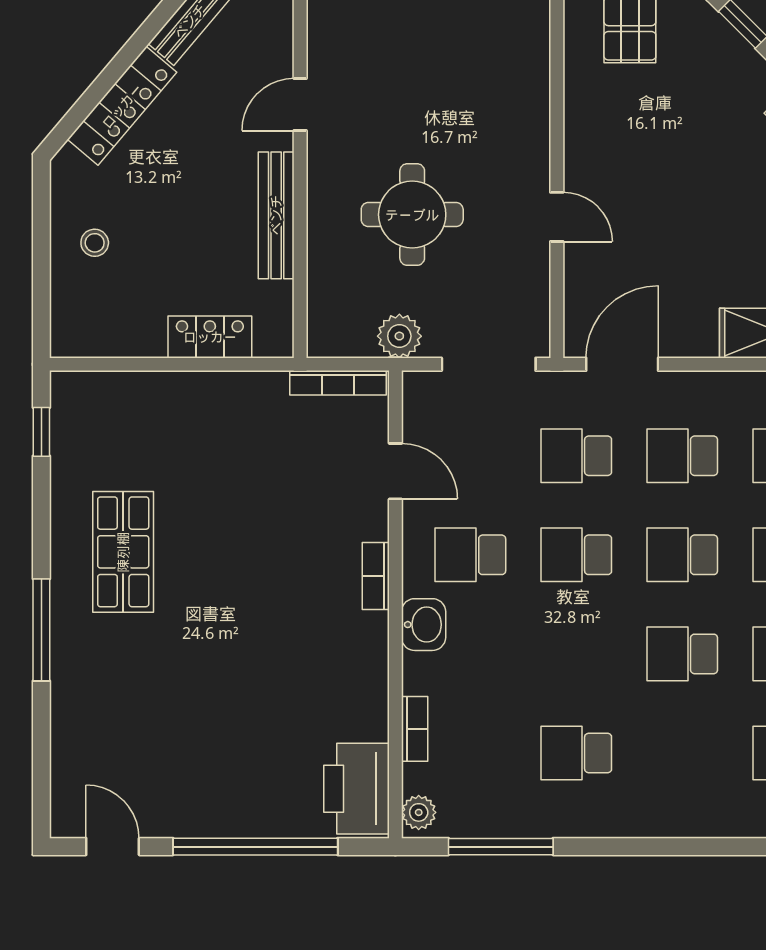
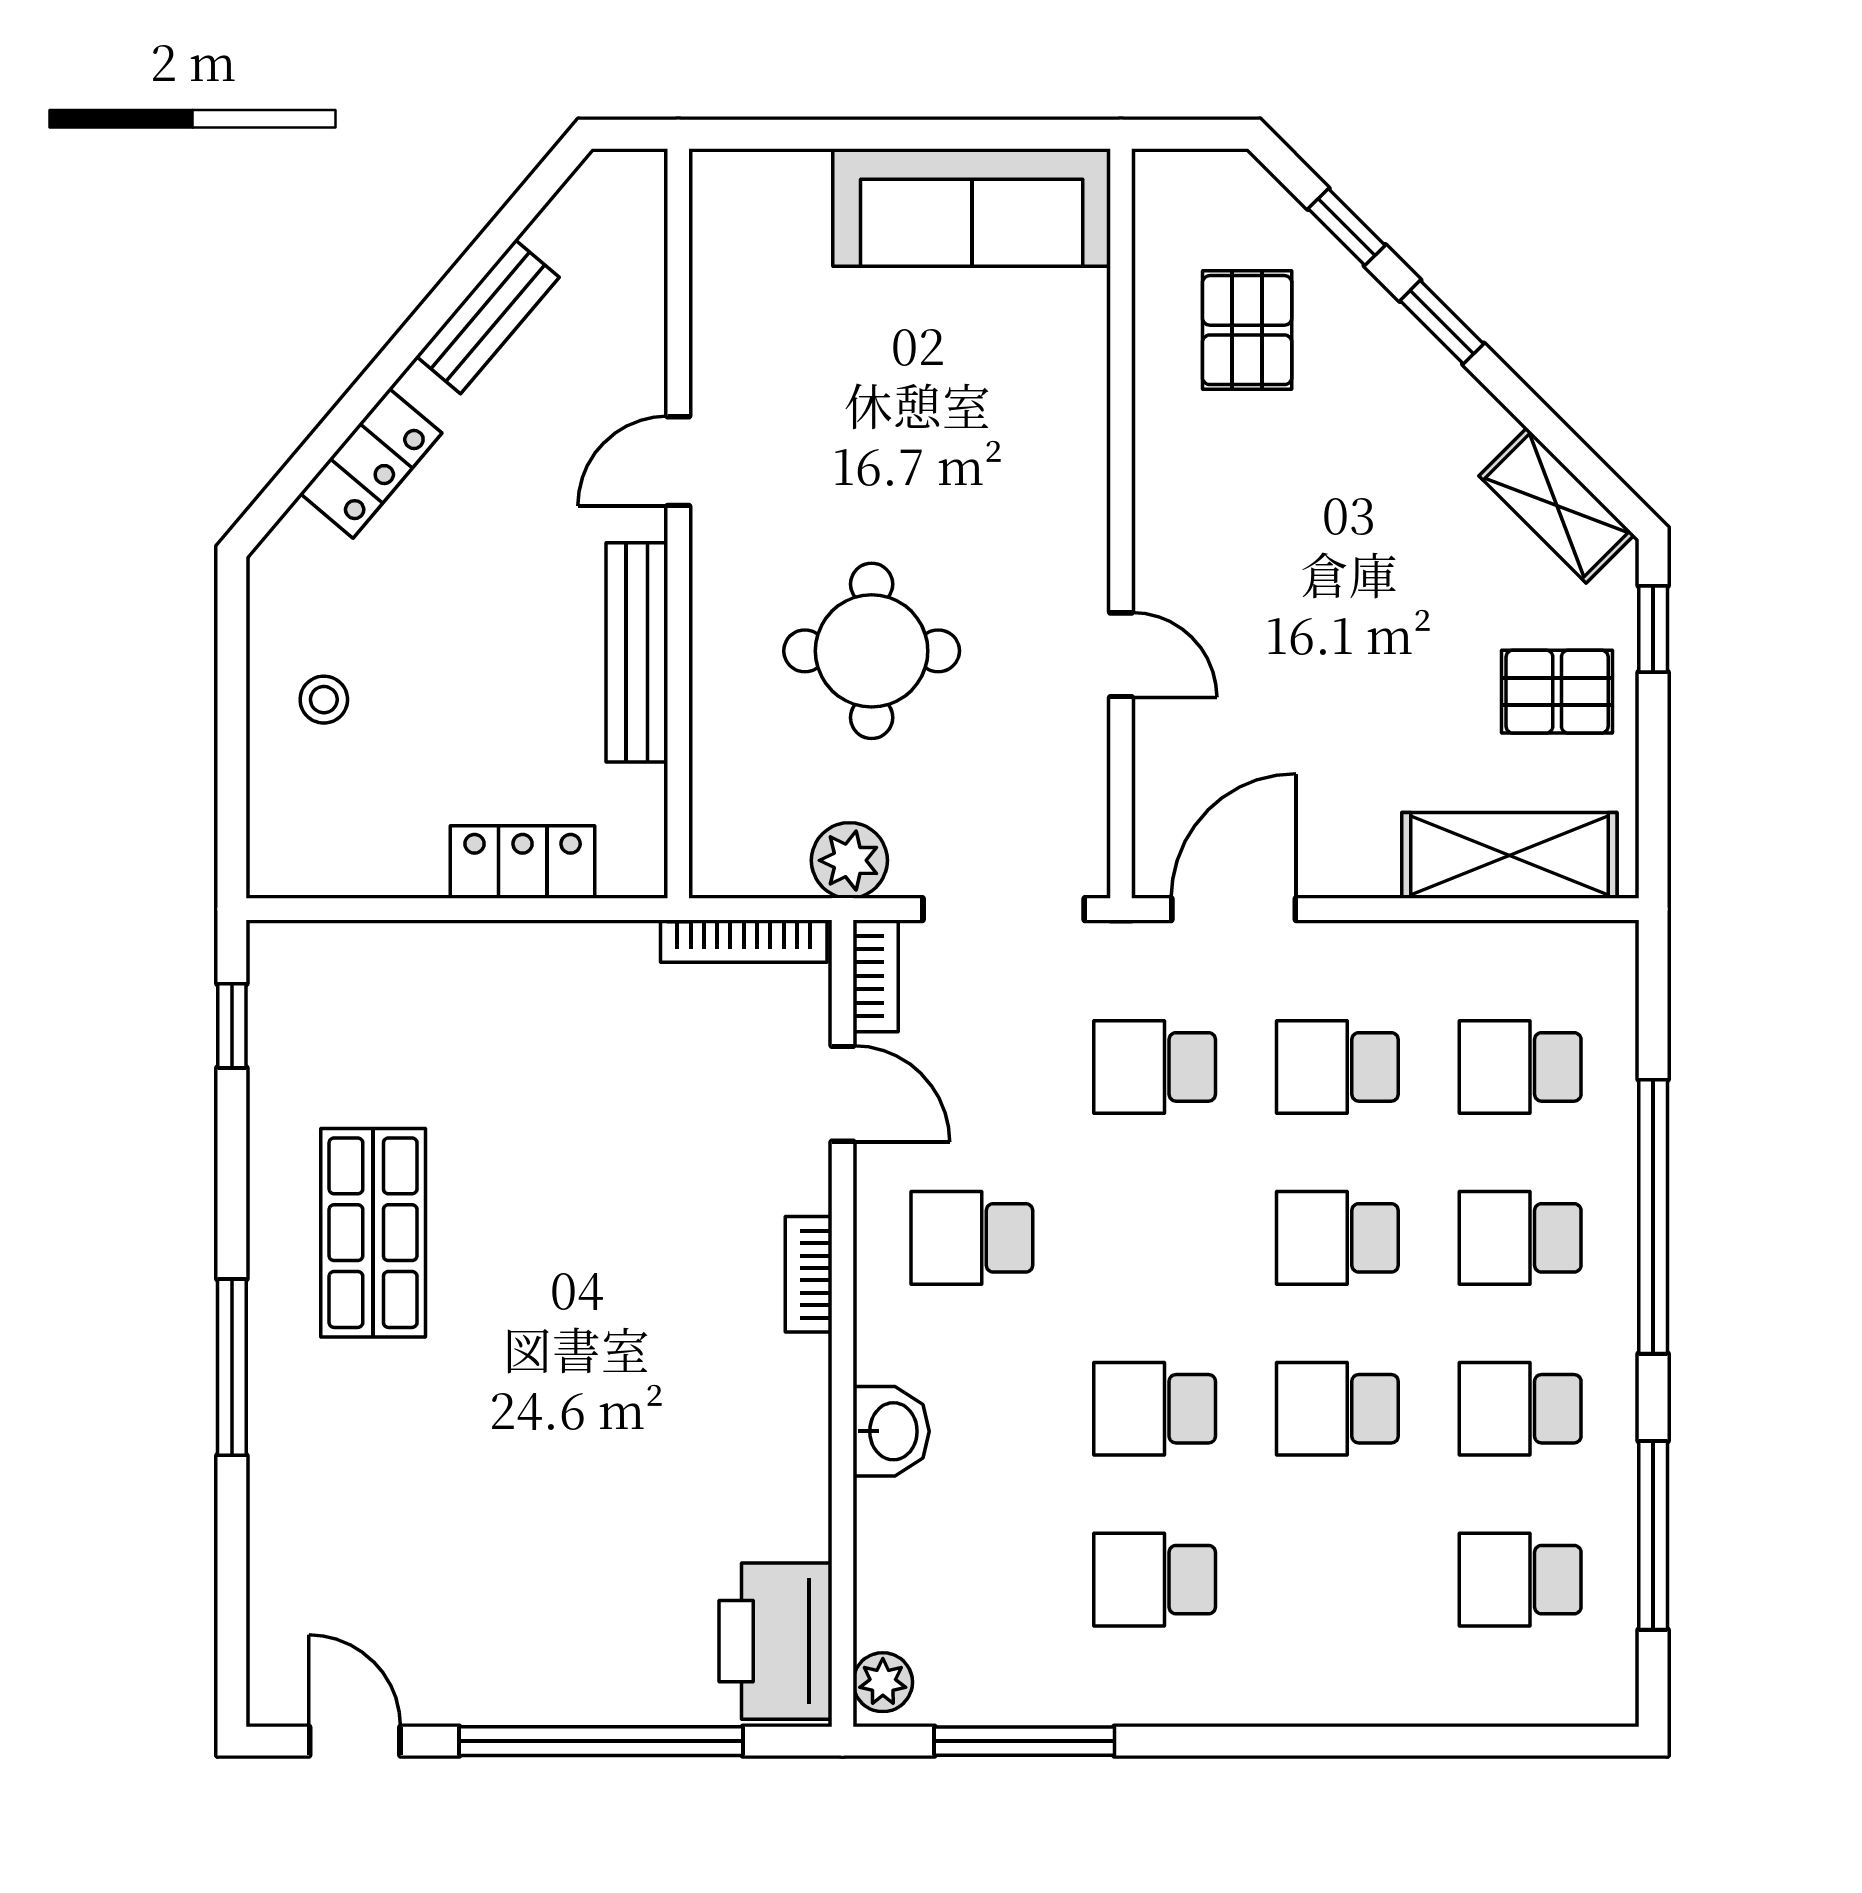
locker: (122, 106) -> (371, 463), width x0.66
school desk: (576, 555) -> (1155, 1409), moved
washbasin: (424, 625) -> (891, 1431), moved
bookcase: (415, 729) -> (876, 976), moved

